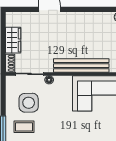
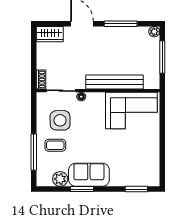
window: (87, 9) -> (121, 24), added
wardrobe: (13, 40) -> (50, 34), moved, turned 90

